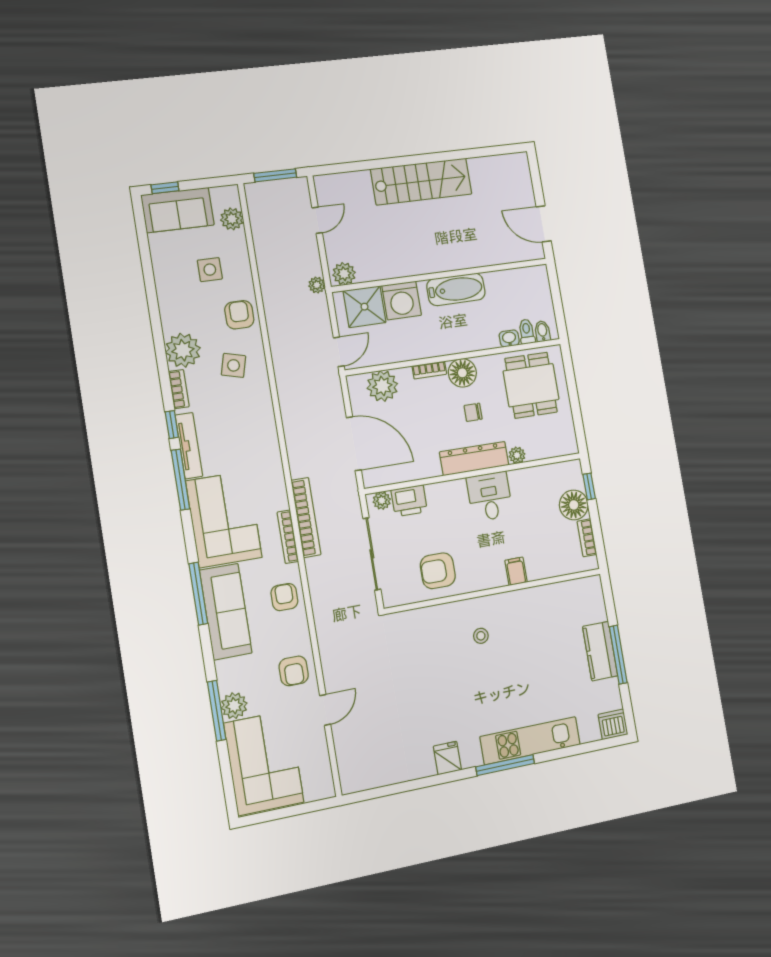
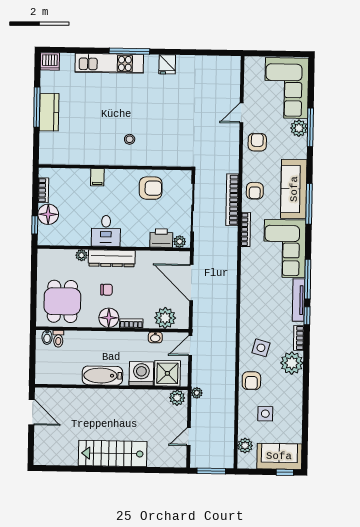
washbasin: (509, 338) -> (155, 337), moved
bookcase: (306, 517) -> (232, 200), moved

